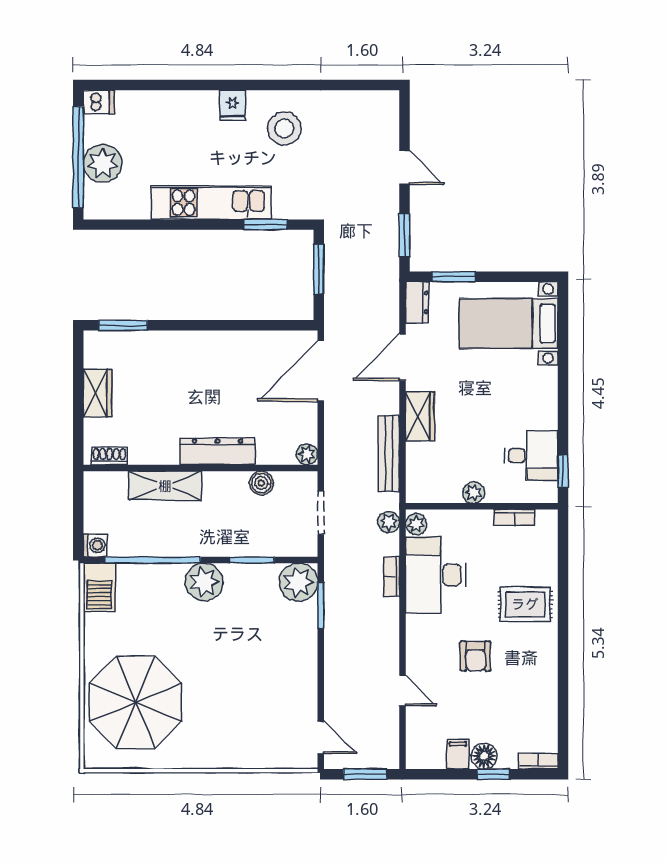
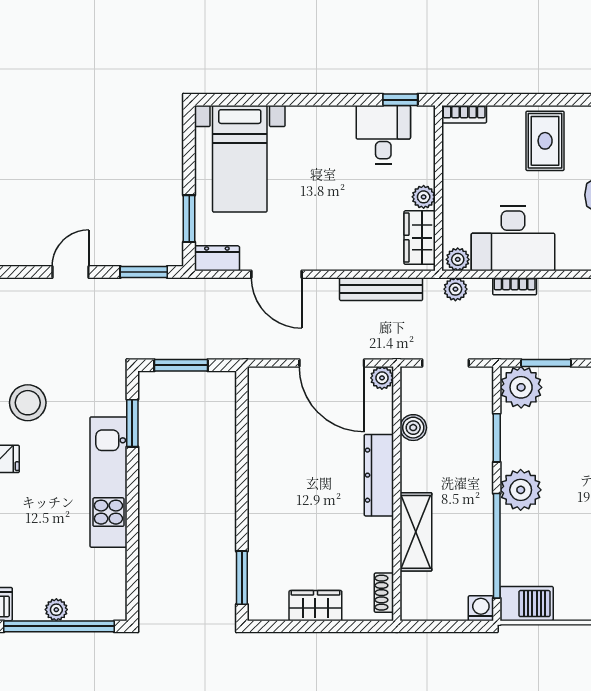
plant: (103, 164) -> (56, 610), width x0.53, depth x0.53
door: (321, 371) -> (332, 363), moved
wardrobe: (420, 416) -> (420, 238), moved, turned -90
bookcase: (514, 518) -> (464, 114), moved, turned 90

